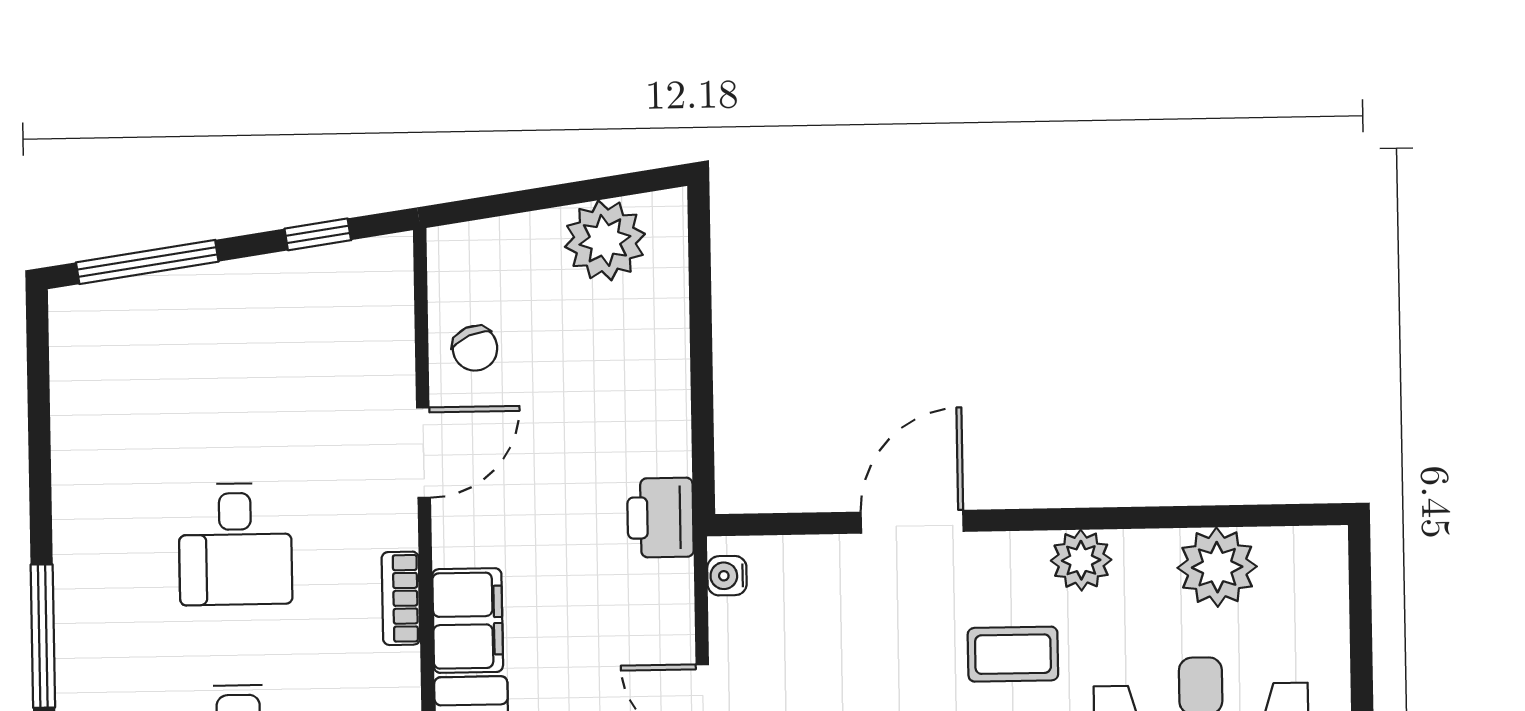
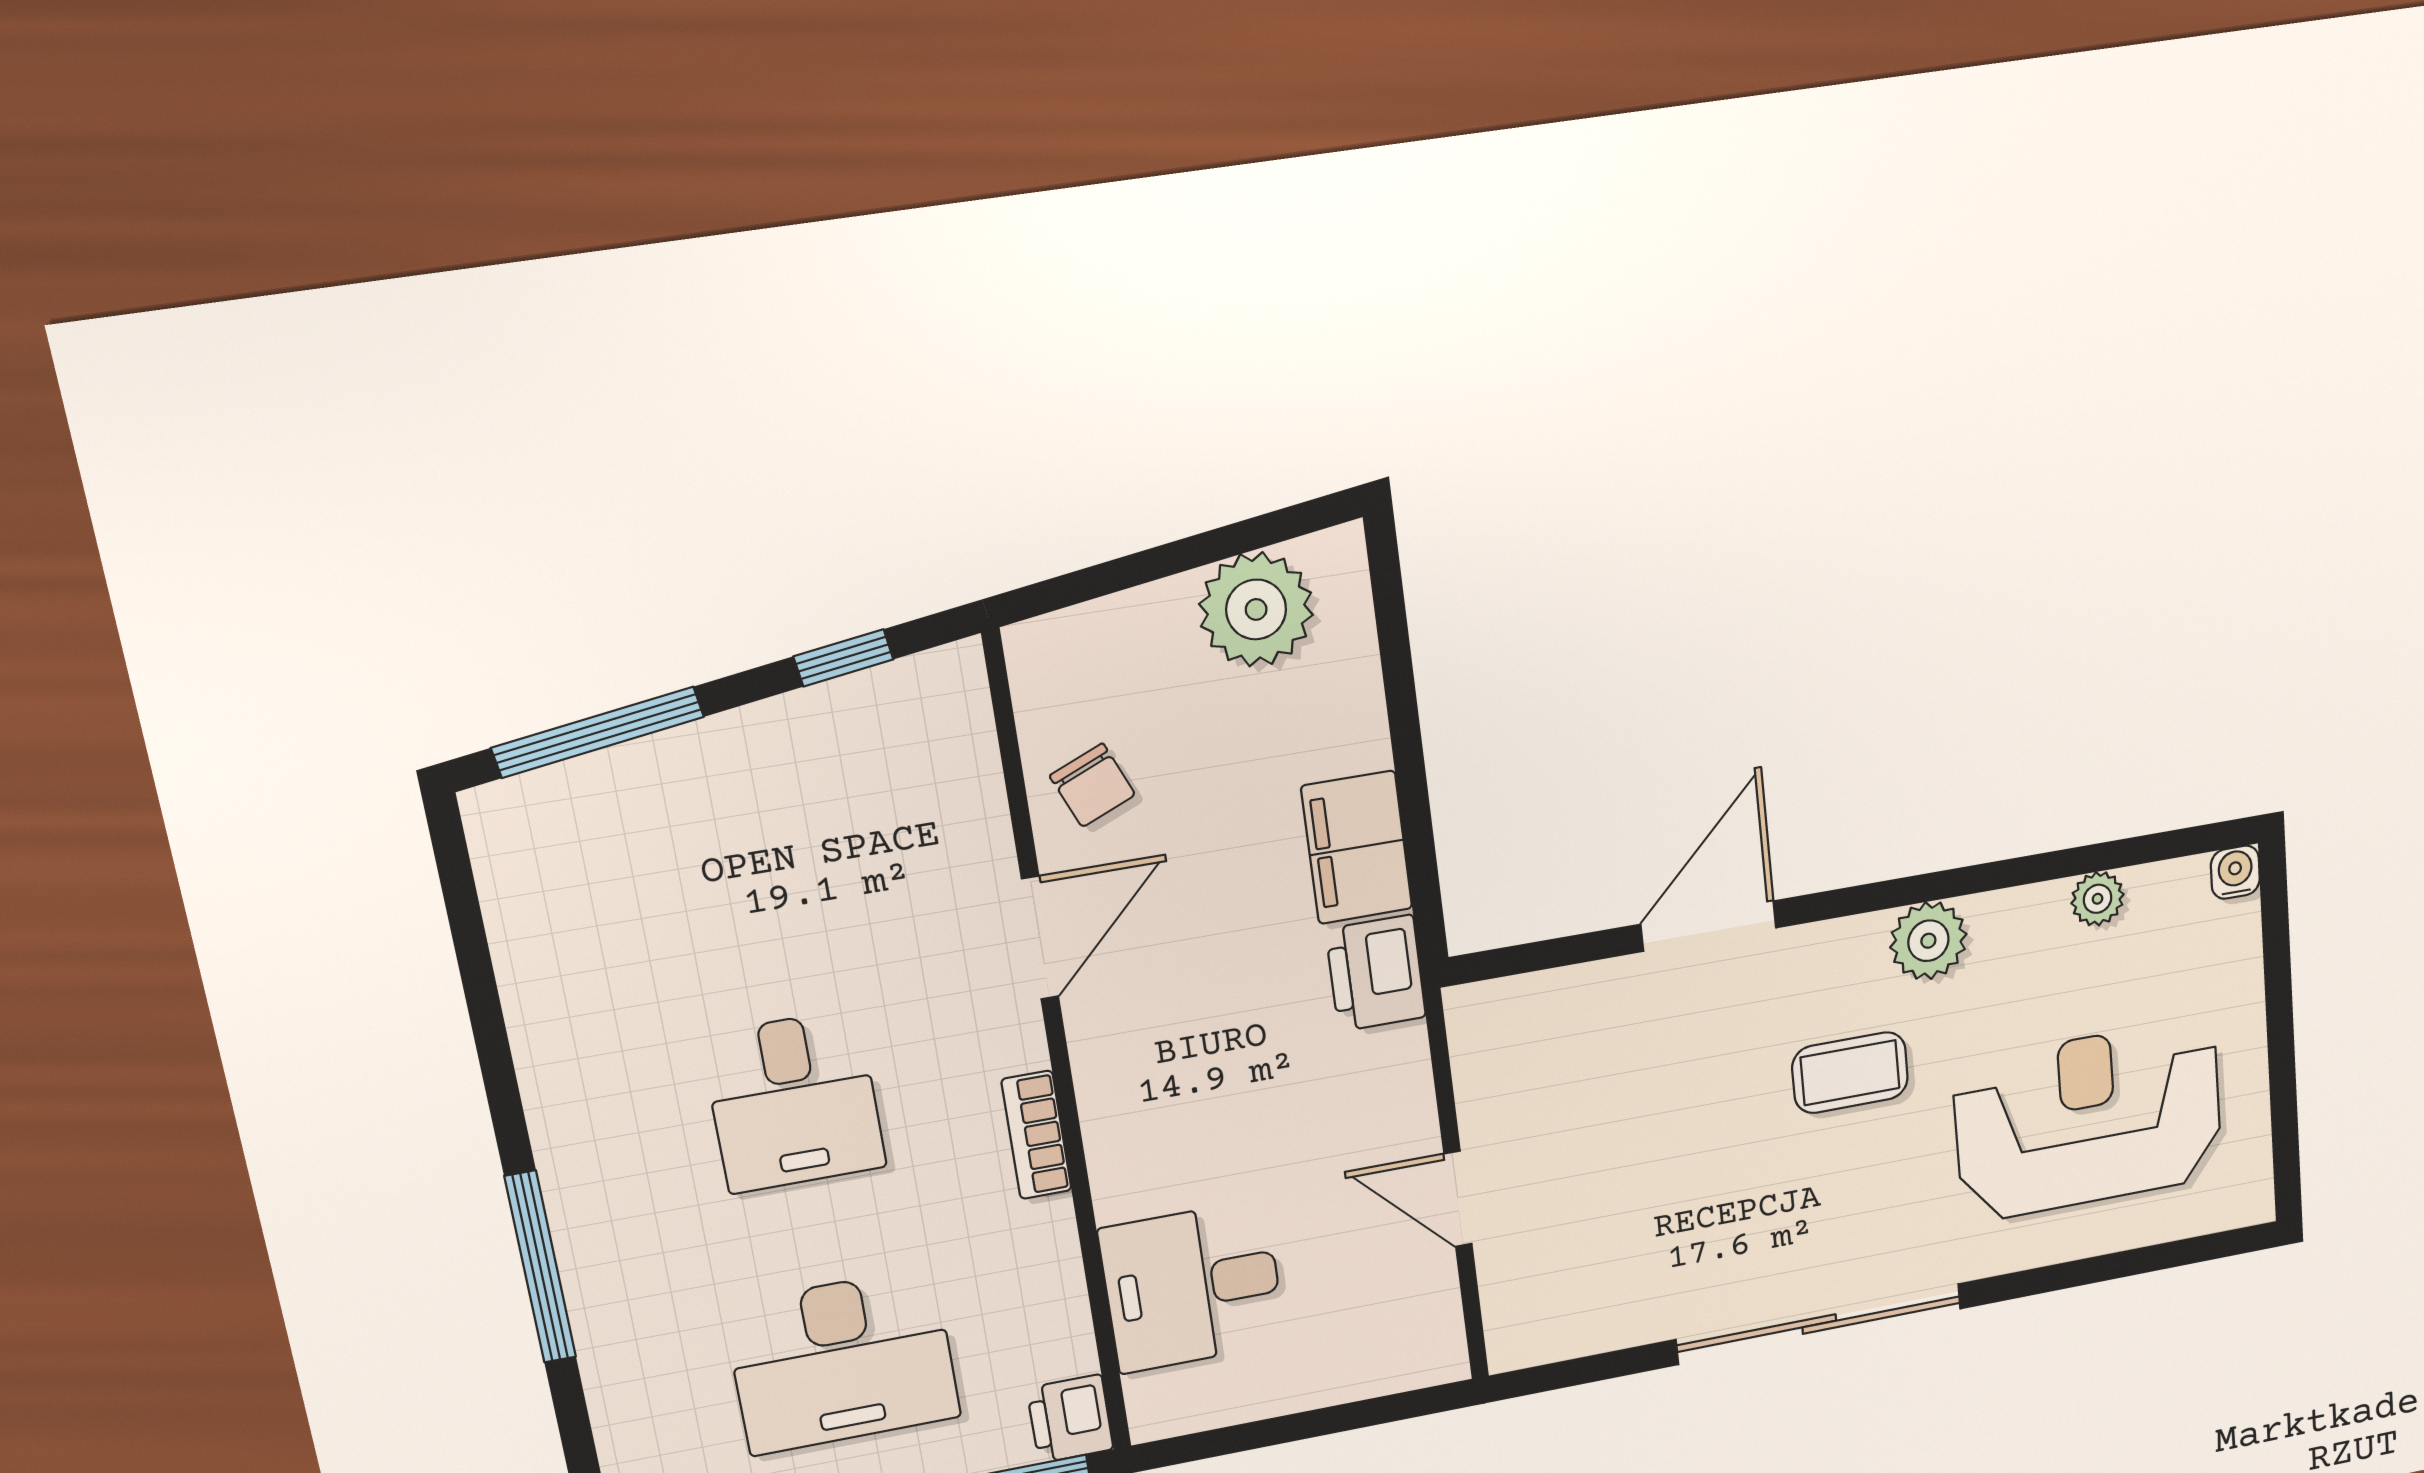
plant: (1217, 567) -> (2098, 899), width x0.53, depth x0.53
water cooler: (727, 576) -> (2235, 872), moved, turned 90
filing cabinet: (468, 621) -> (1357, 847), moved, turned 180

